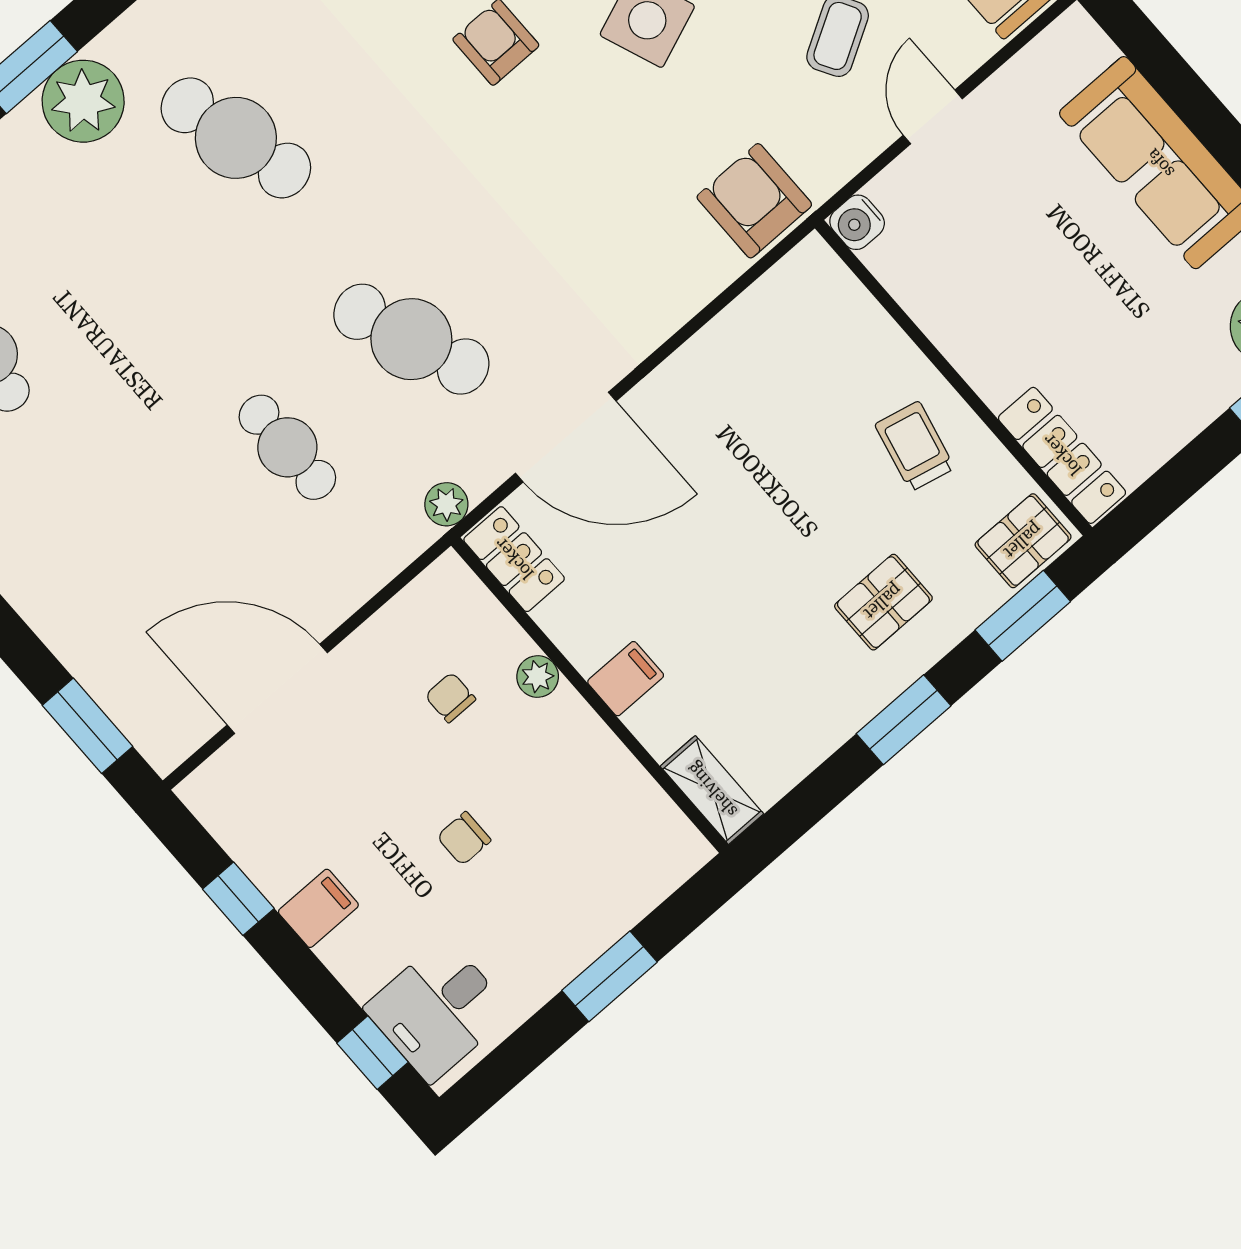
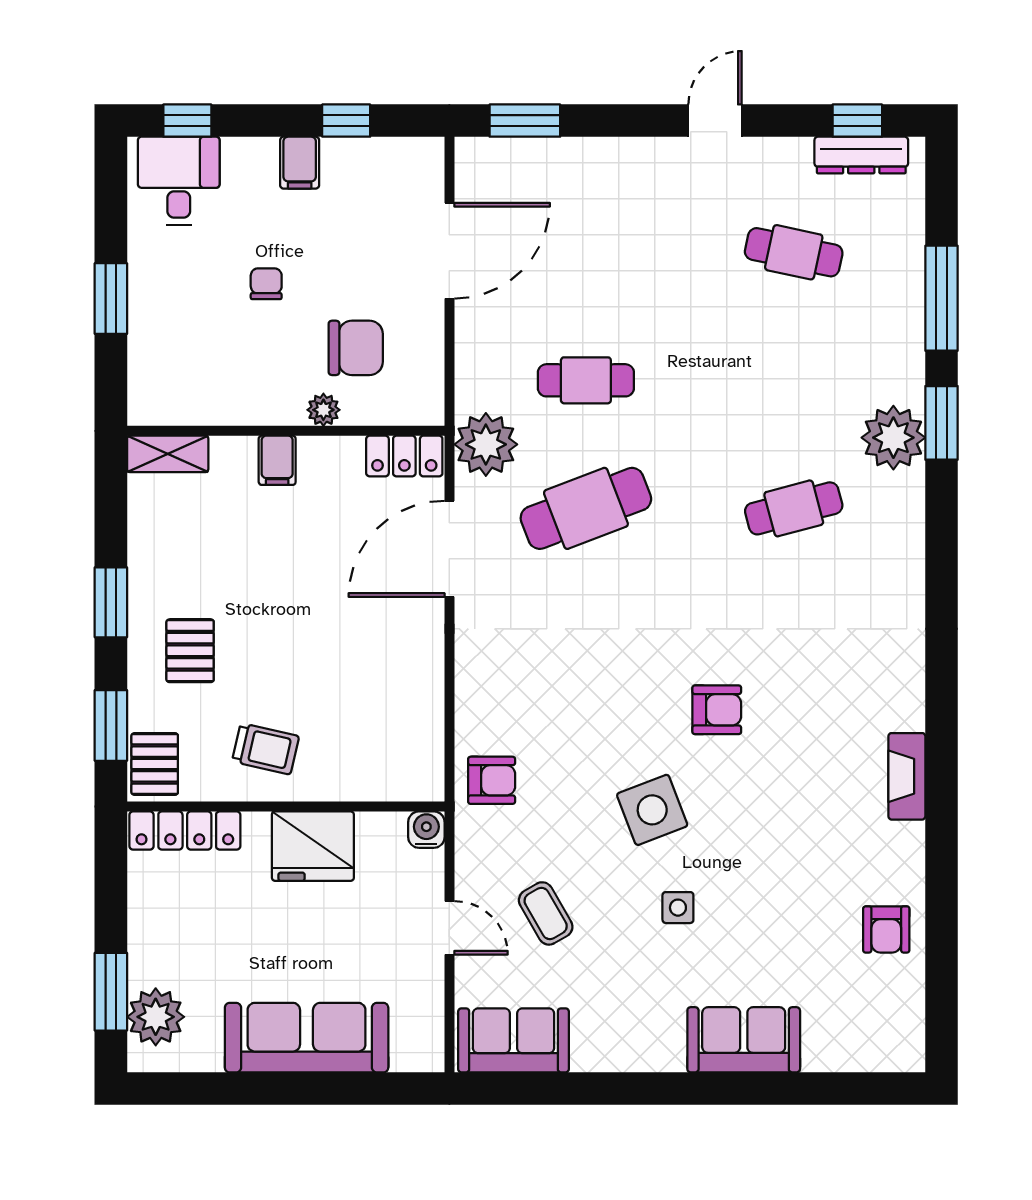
cafe table: (236, 138) -> (794, 508), width x0.73, depth x0.74
armchair: (754, 201) -> (492, 780), width x0.72, depth x0.72
fridge: (969, 318) -> (313, 846), added
plant: (446, 504) -> (486, 444), width x1.87, depth x1.87
chair: (450, 698) -> (356, 348), width x1.87, depth x1.87

